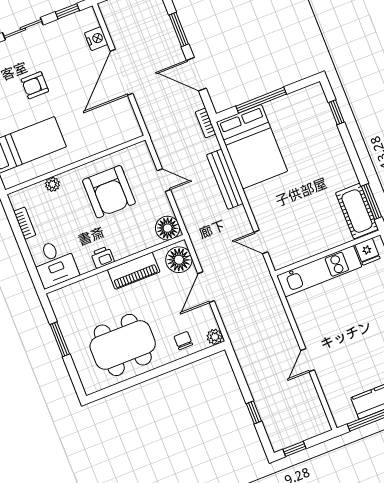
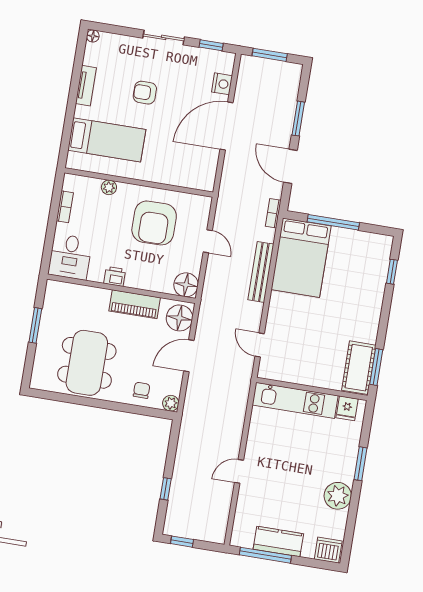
dining table: (123, 345) -> (87, 363), turned 90

